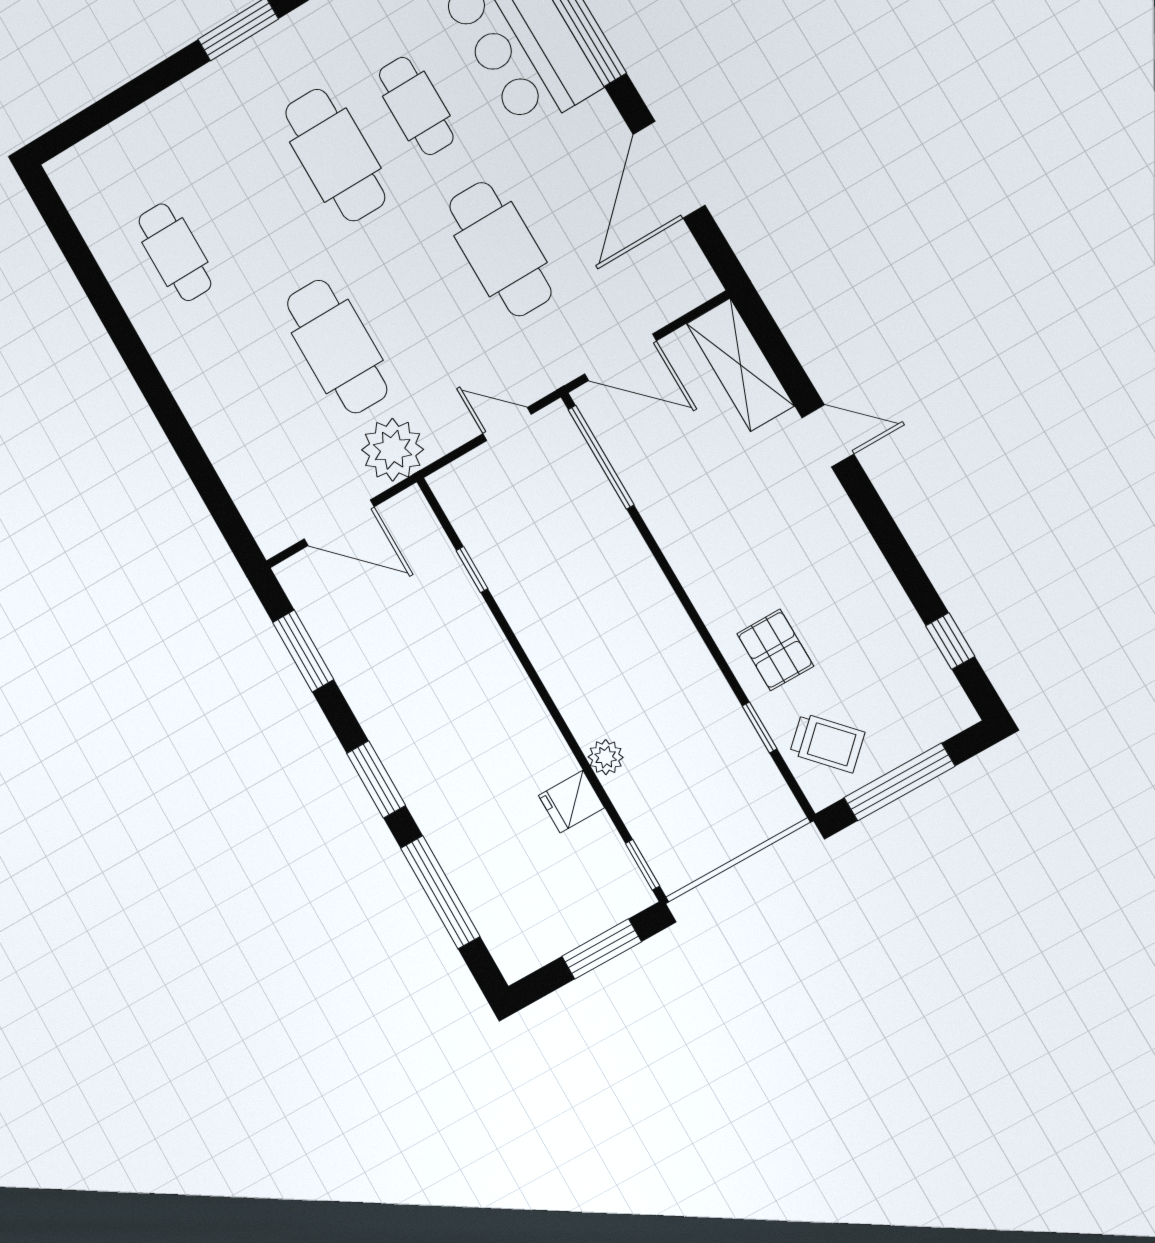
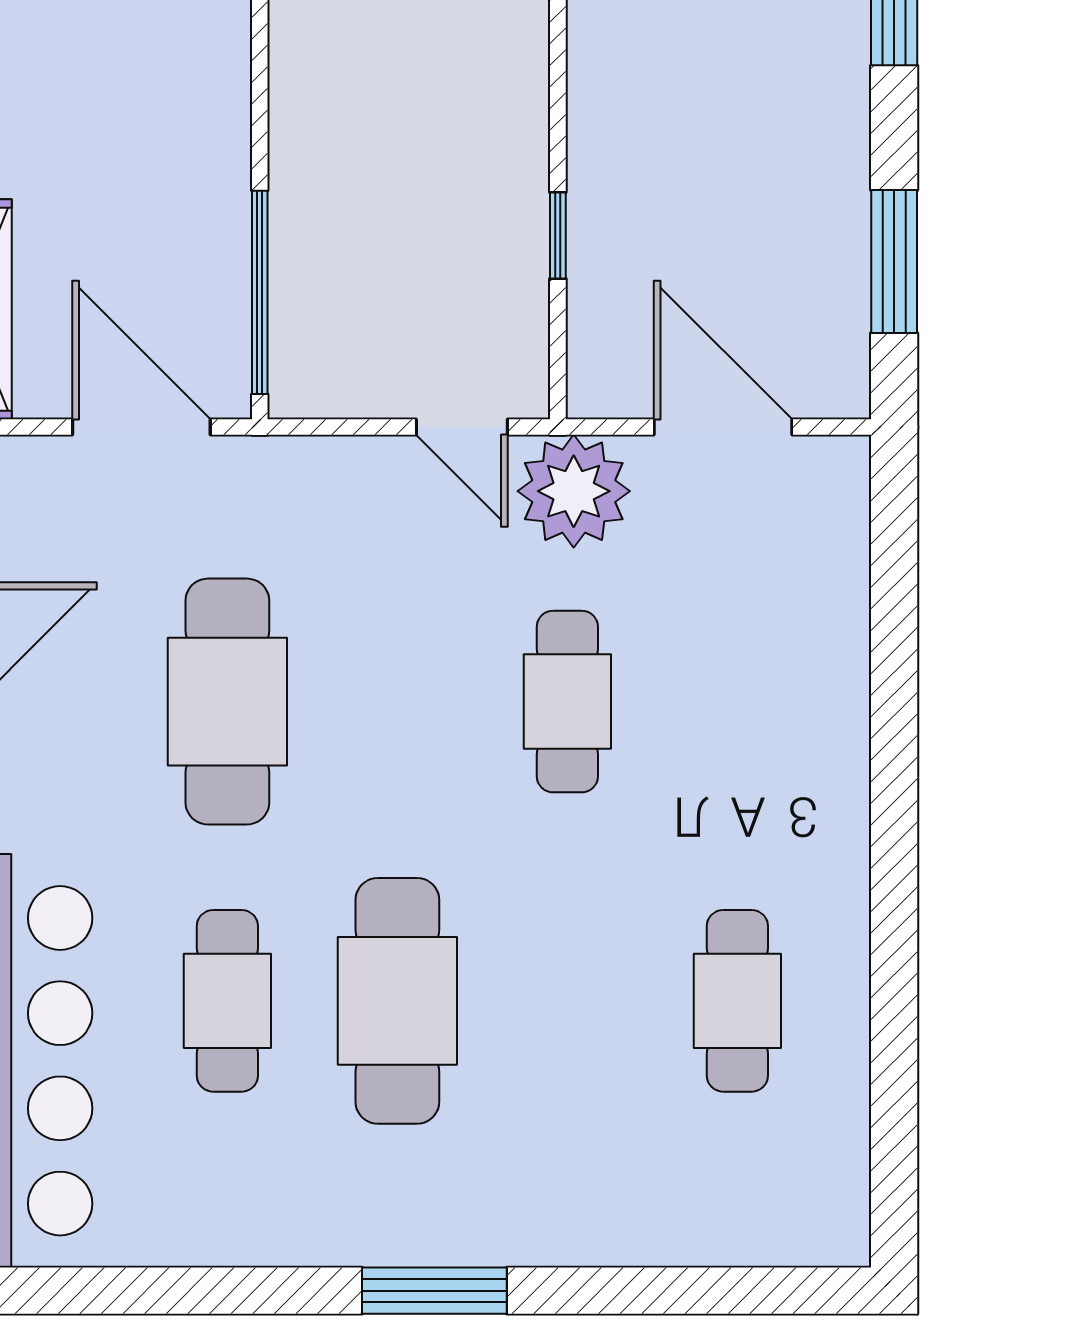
cafe table: (337, 346) -> (567, 702), width x0.73, depth x0.74
door: (507, 424) -> (462, 427), moved

